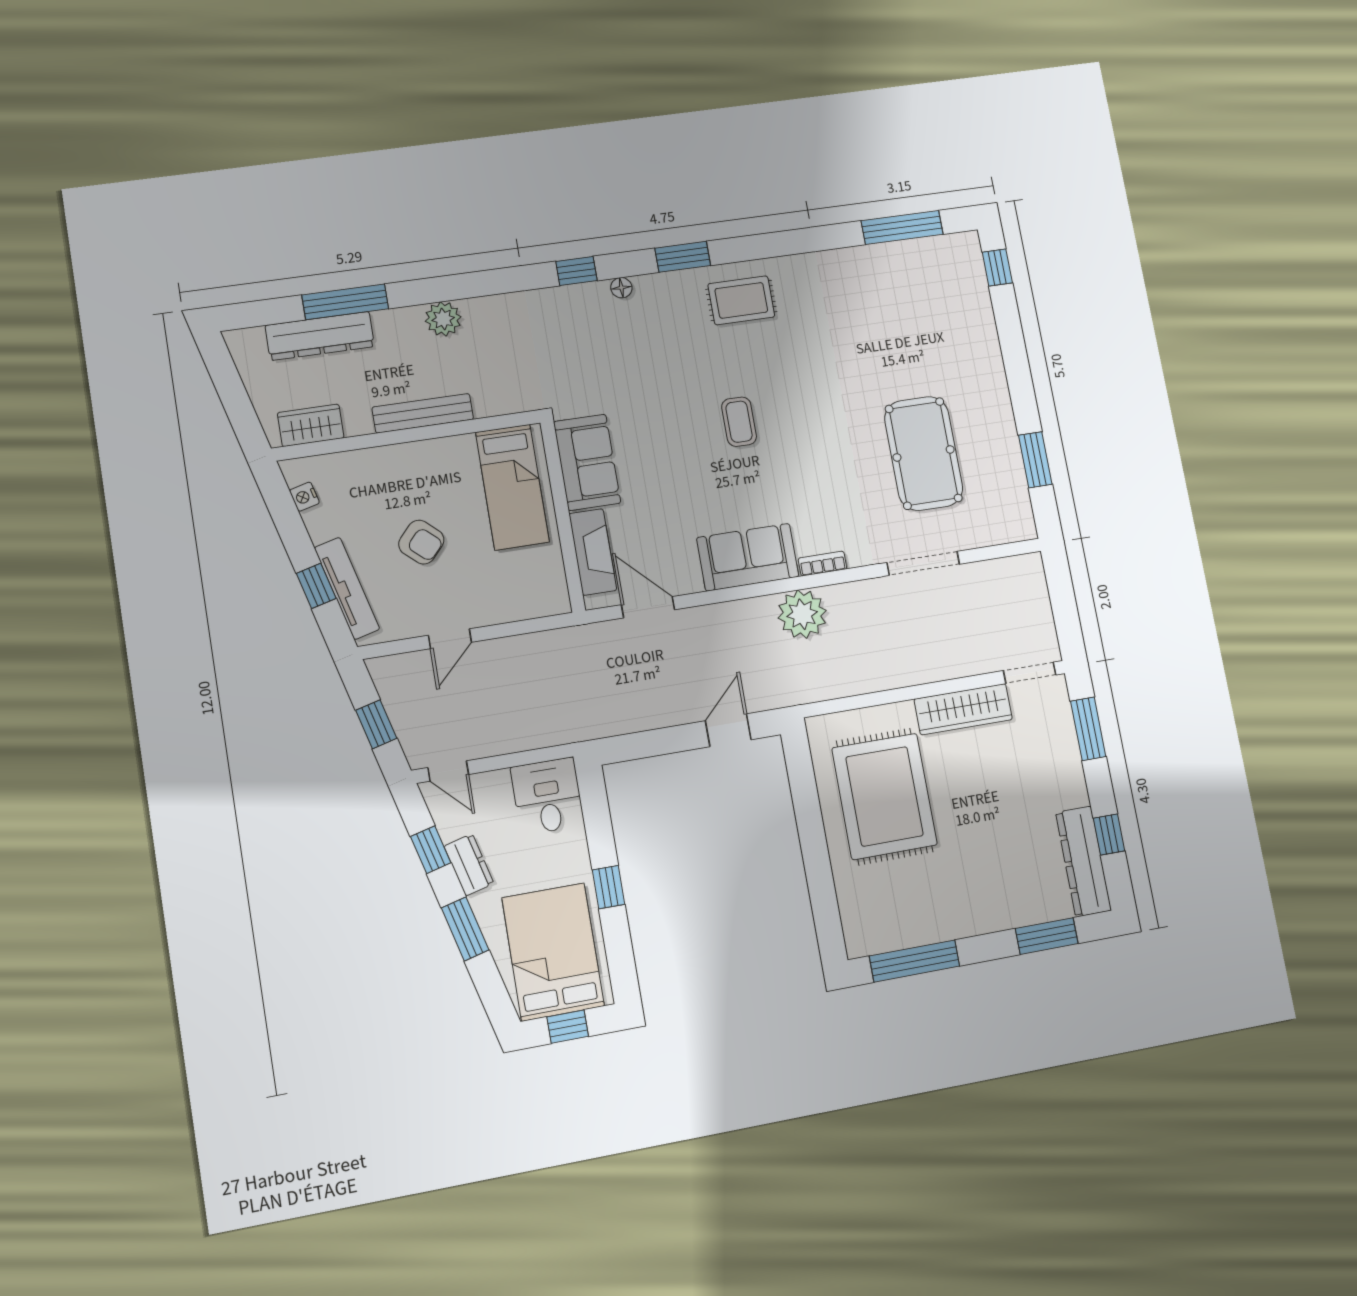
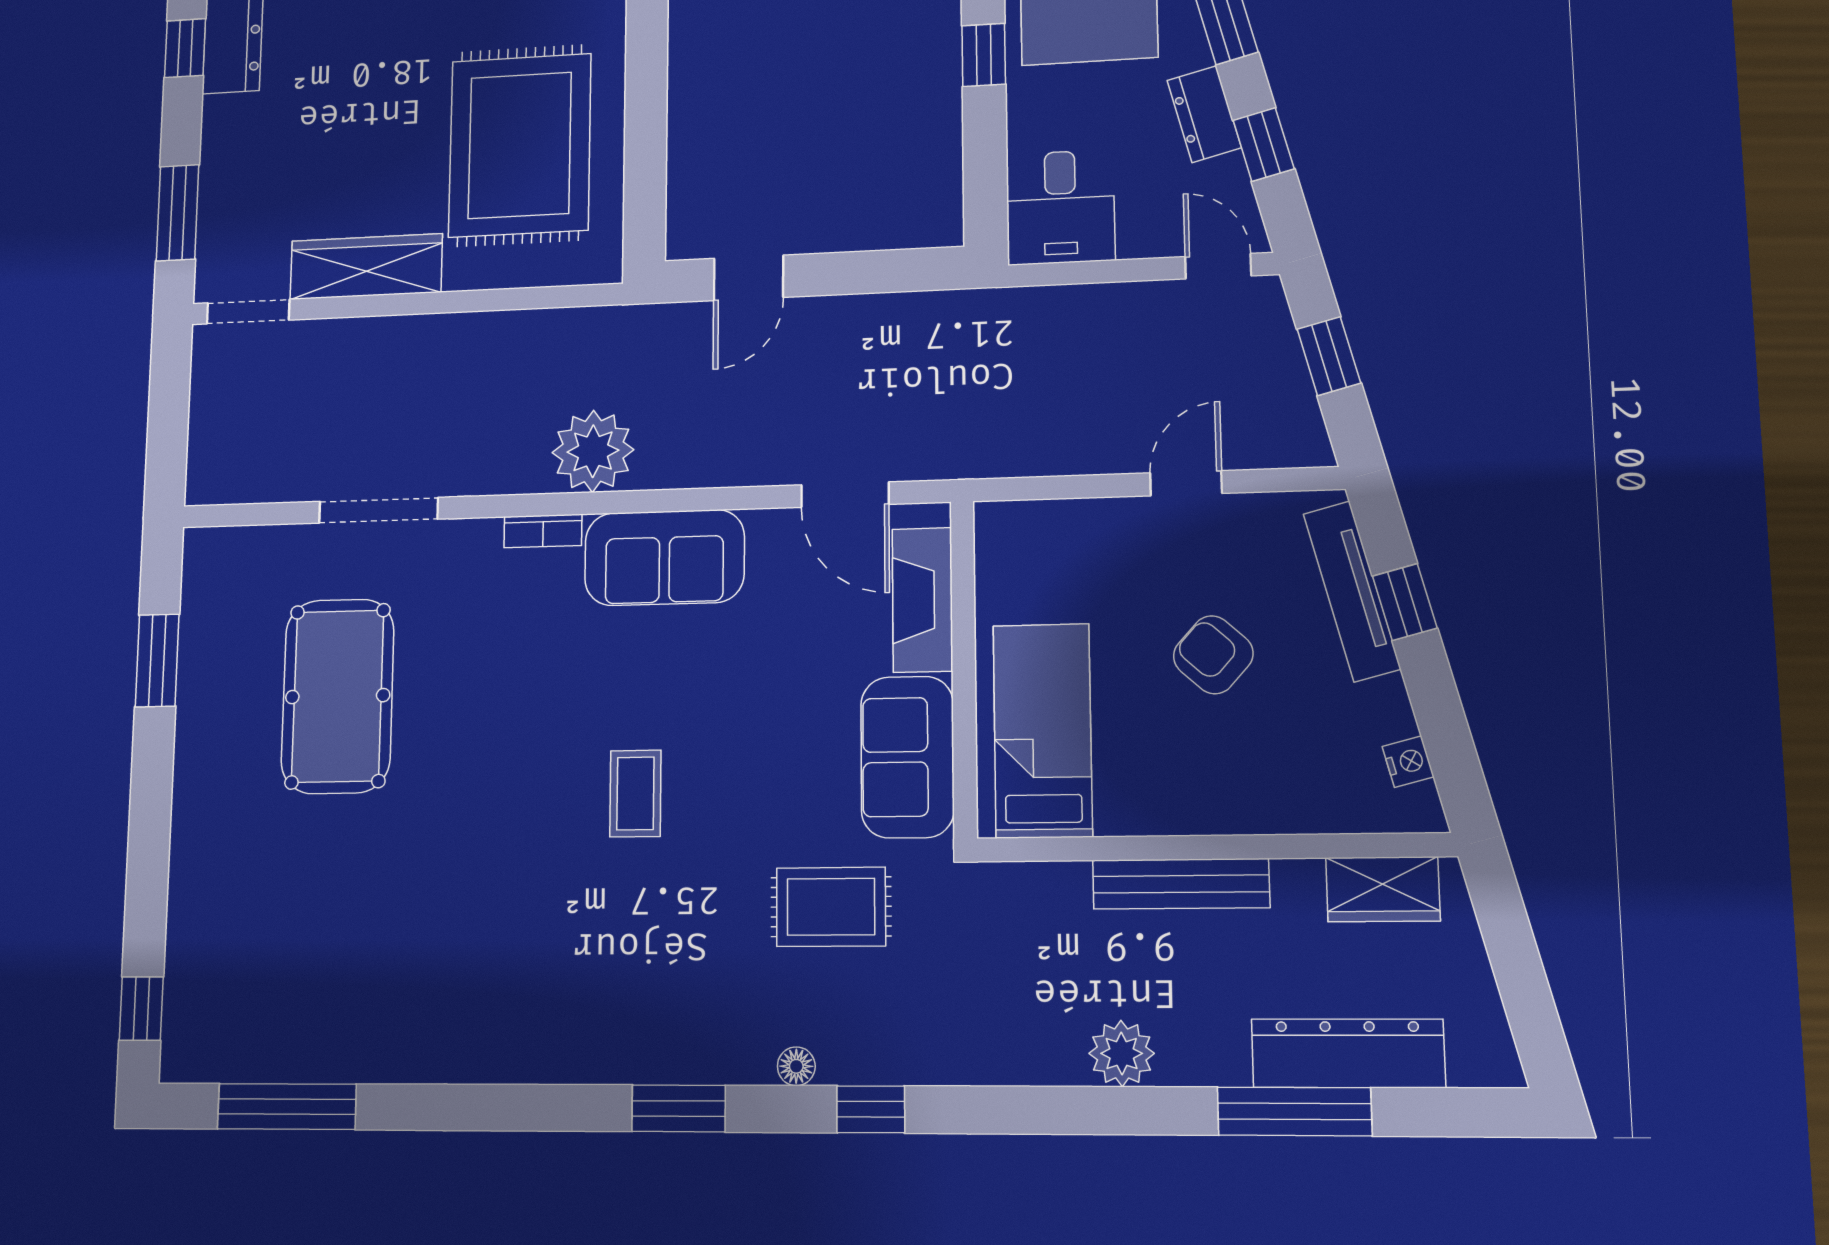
rug: (741, 300) -> (831, 907), moved

